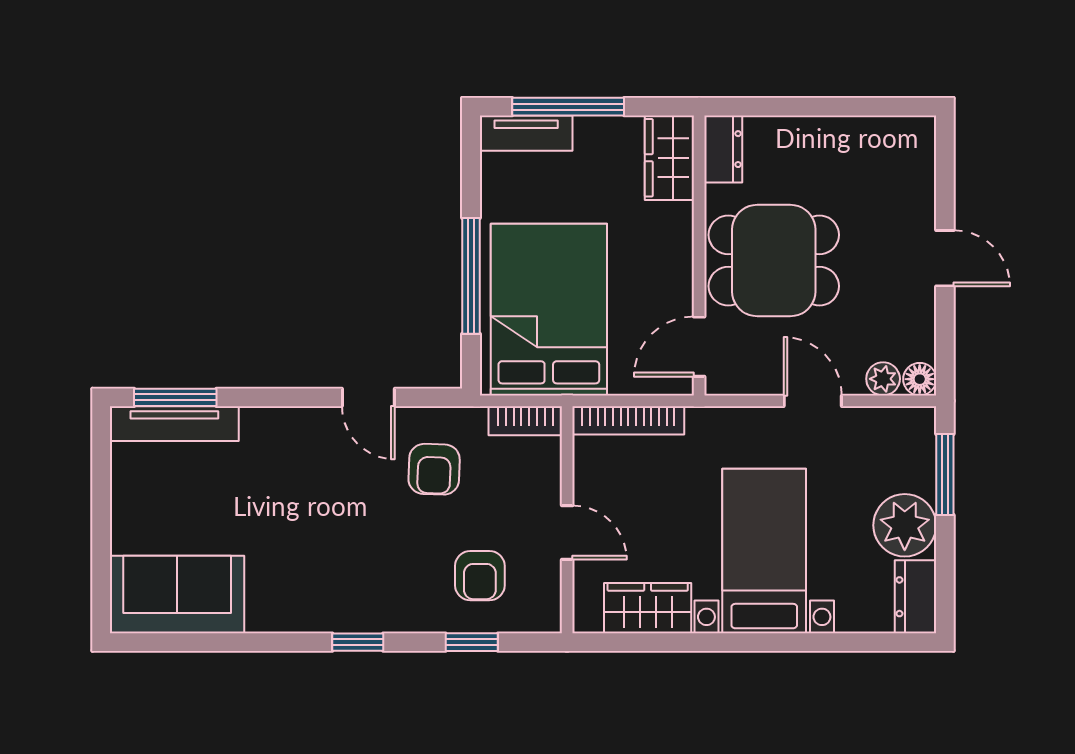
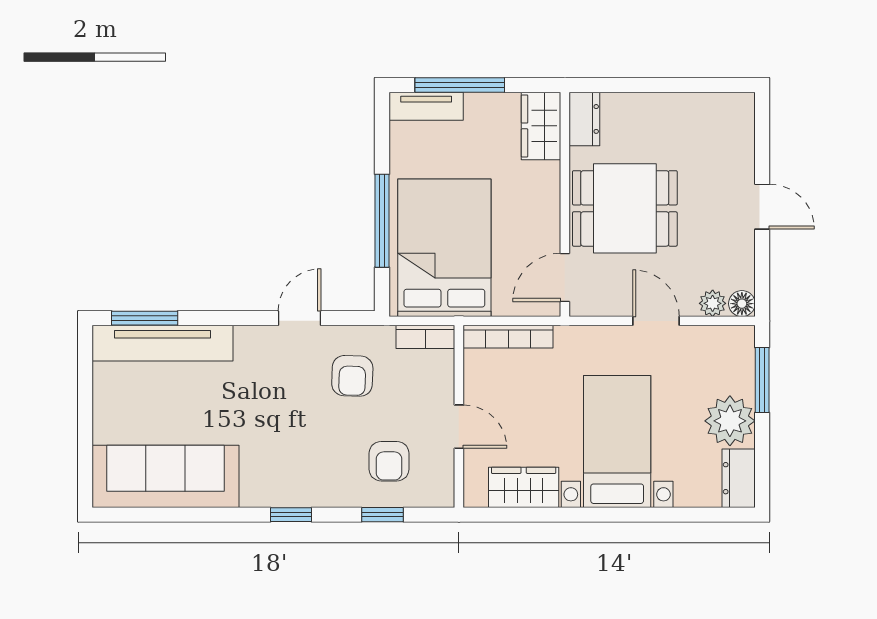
door: (368, 397) -> (299, 318), swing flipped
tv unit: (174, 424) -> (163, 343), width x1.36, depth x1.29
sofa: (177, 595) -> (166, 476), width x1.36

